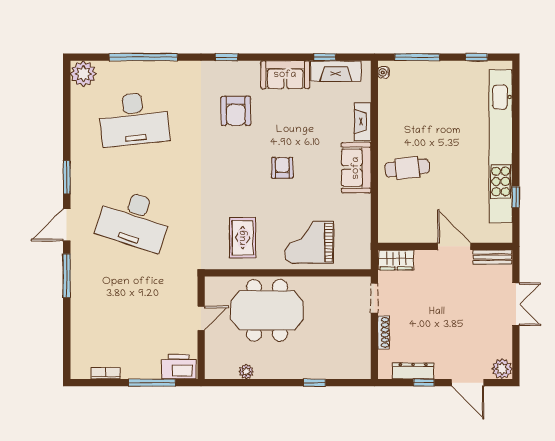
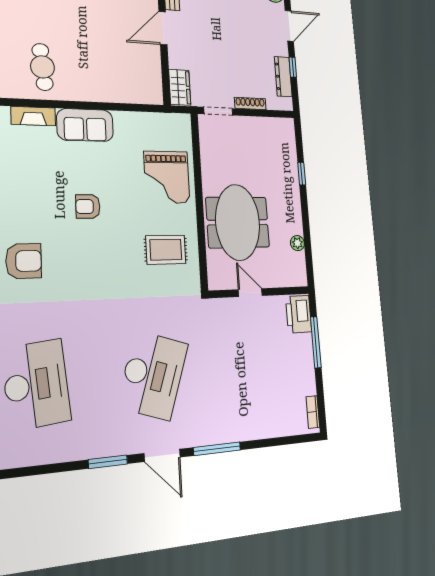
cafe table: (407, 168) -> (43, 67), moved
bookcase: (106, 373) -> (313, 412), moved

